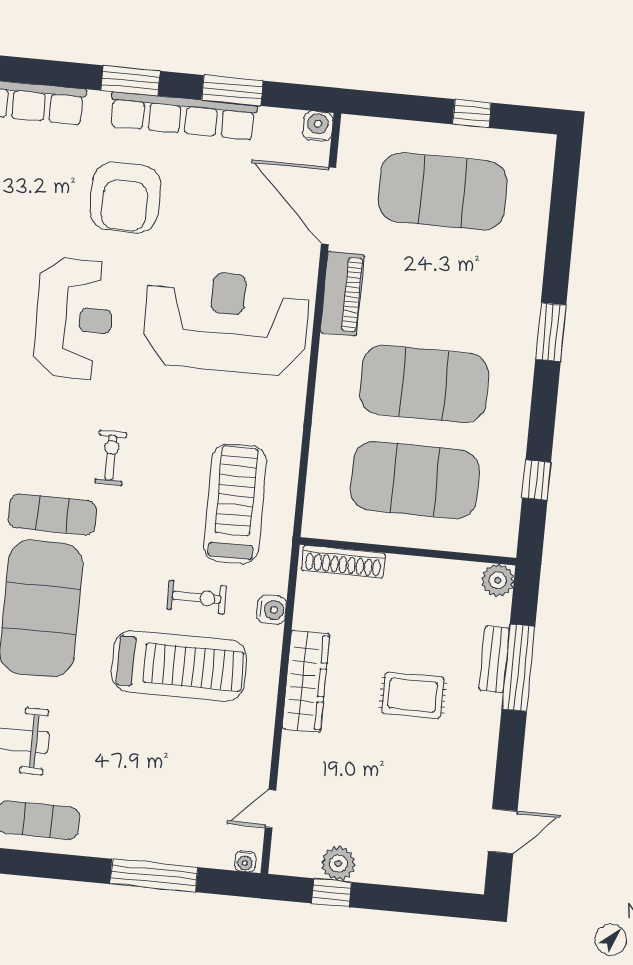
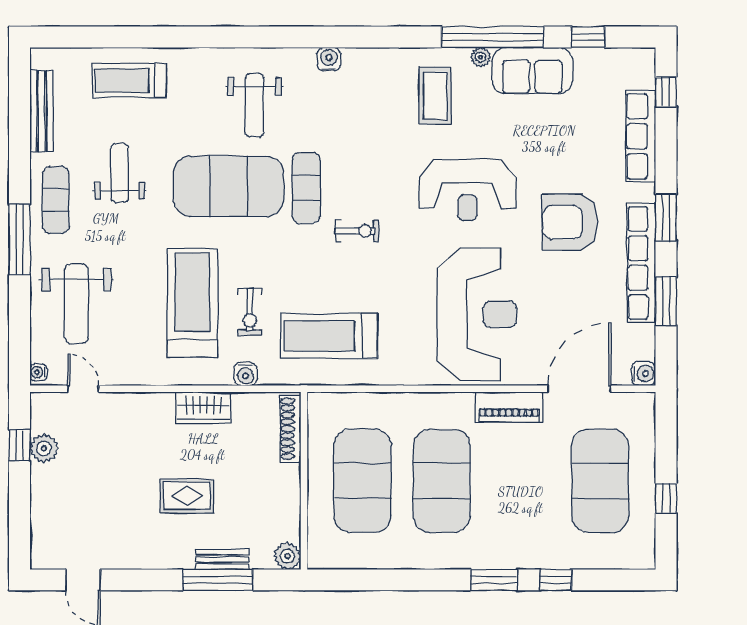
window: (536, 480) -> (556, 580), moved
treadmill: (235, 504) -> (329, 336), turned 180
treadmill: (179, 666) -> (193, 303), turned 180
wardrobe: (306, 681) -> (204, 408), width x0.67
rug: (413, 695) -> (187, 496), turned 90
weight bench: (166, 807) -> (76, 304), added
window: (154, 876) -> (20, 239), moved

